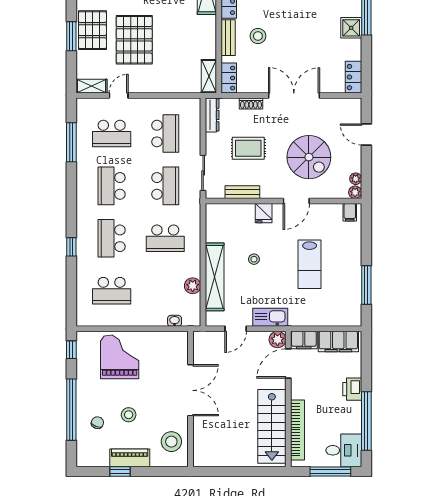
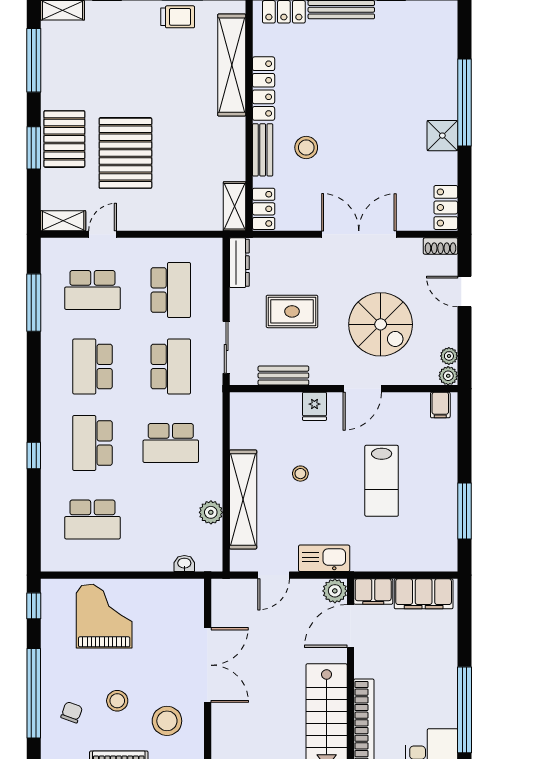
shoe rack: (251, 103) -> (441, 246), moved
printer: (352, 389) -> (444, 663), removed
stool: (171, 442) -> (167, 721), moved

